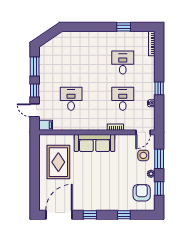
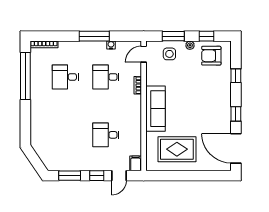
window: (124, 27) -> (25, 76), width x3.17
window: (159, 88) -> (94, 36), width x2.17
door: (143, 132) -> (144, 54), swing flipped

